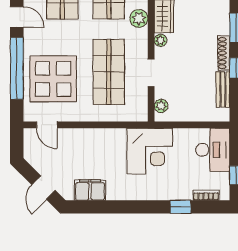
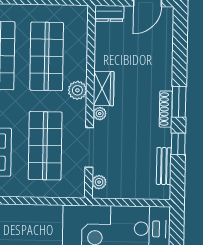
shoe rack: (224, 53) -> (166, 109), moved
doorway: (151, 73) -> (89, 147), width x1.38

